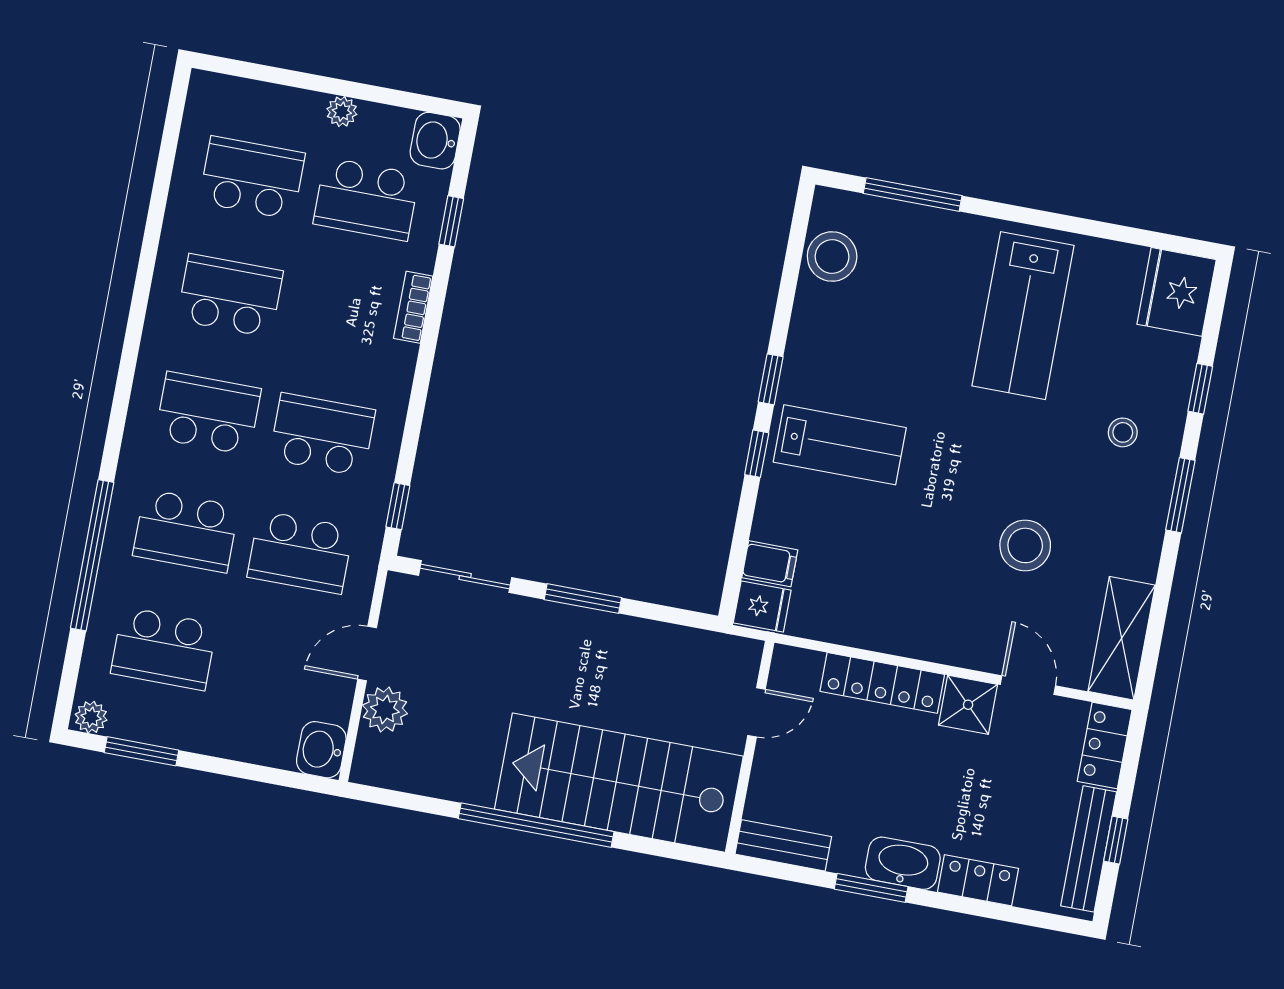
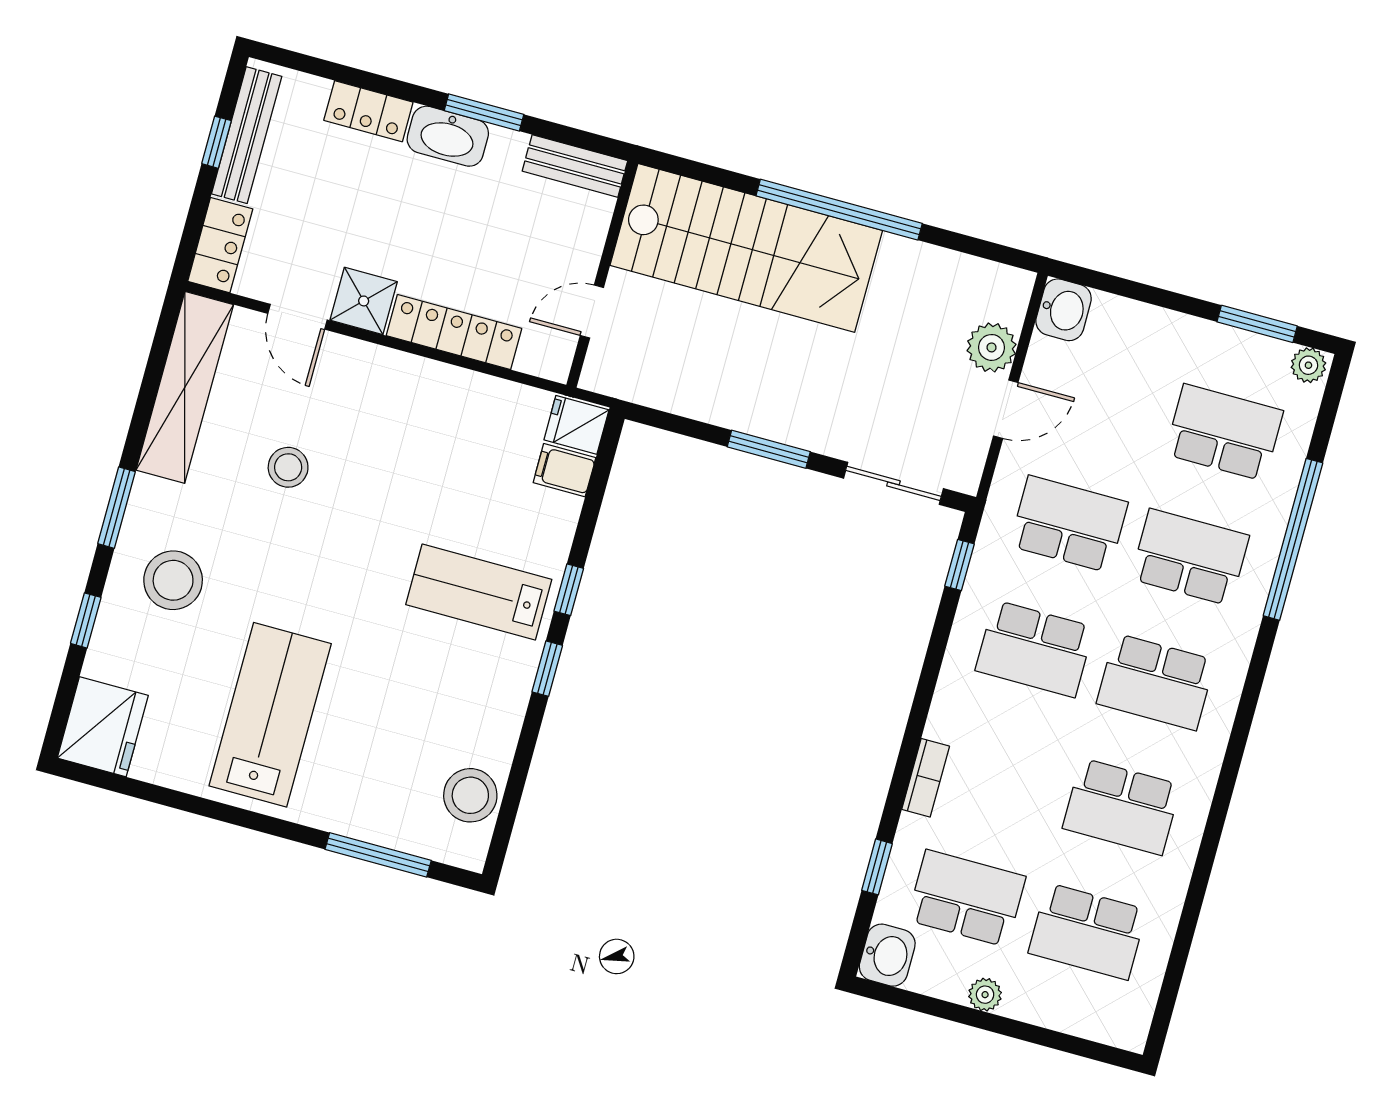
stool: (1123, 432) -> (173, 580), width x1.89, depth x1.89
stool: (1025, 545) -> (288, 467), width x0.73, depth x0.73
shelving: (1122, 638) -> (185, 387), width x1.47

